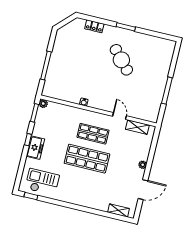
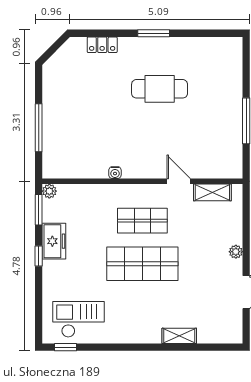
cafe table: (121, 60) -> (160, 89), turned -48
freezer: (35, 148) -> (54, 241), moved
shelving: (119, 210) -> (179, 336), moved

